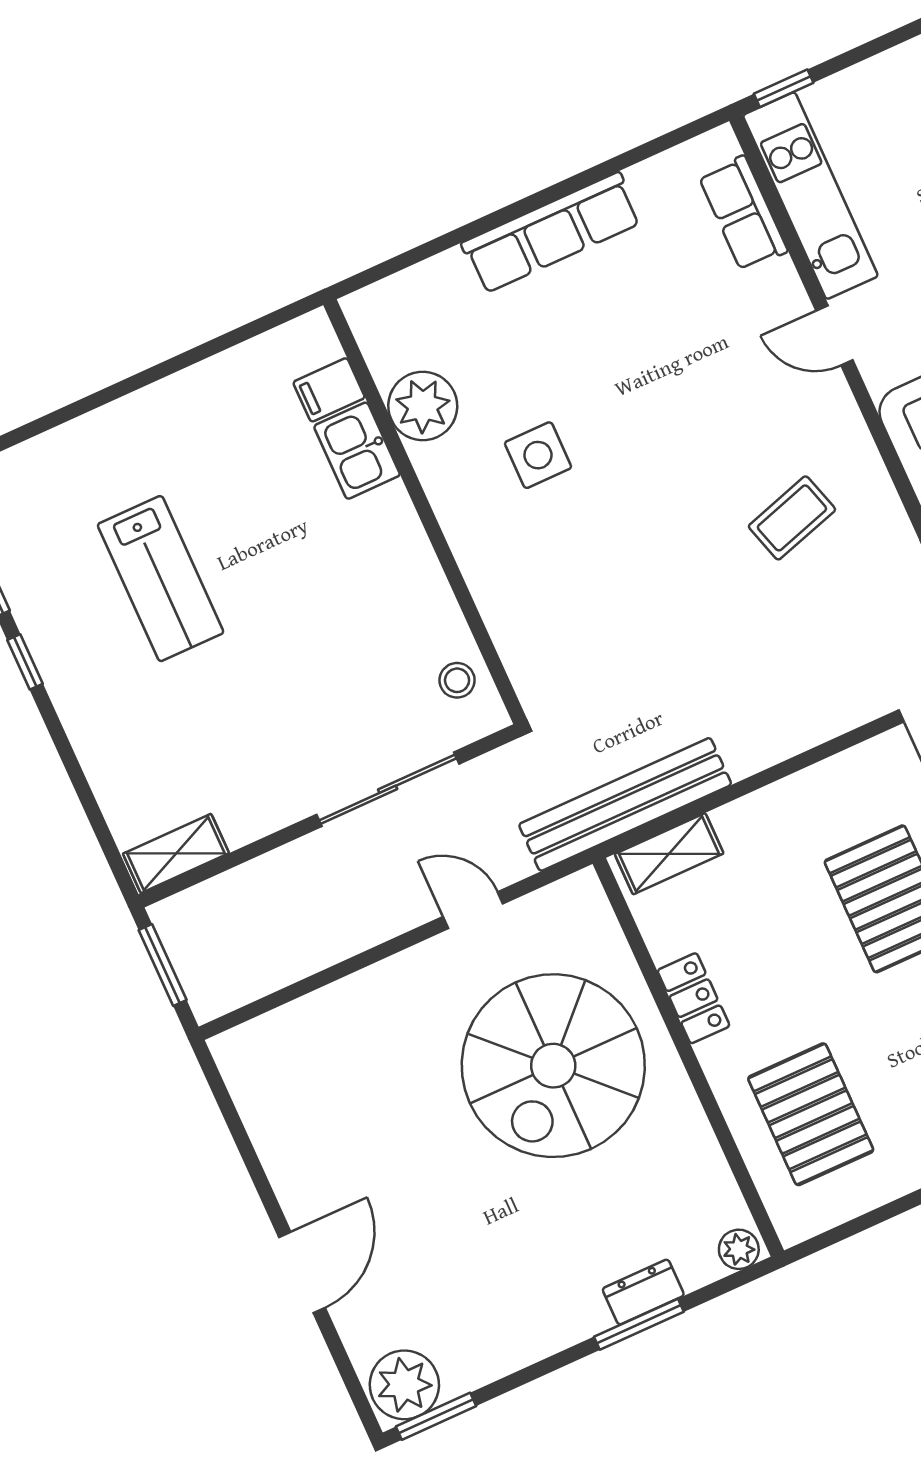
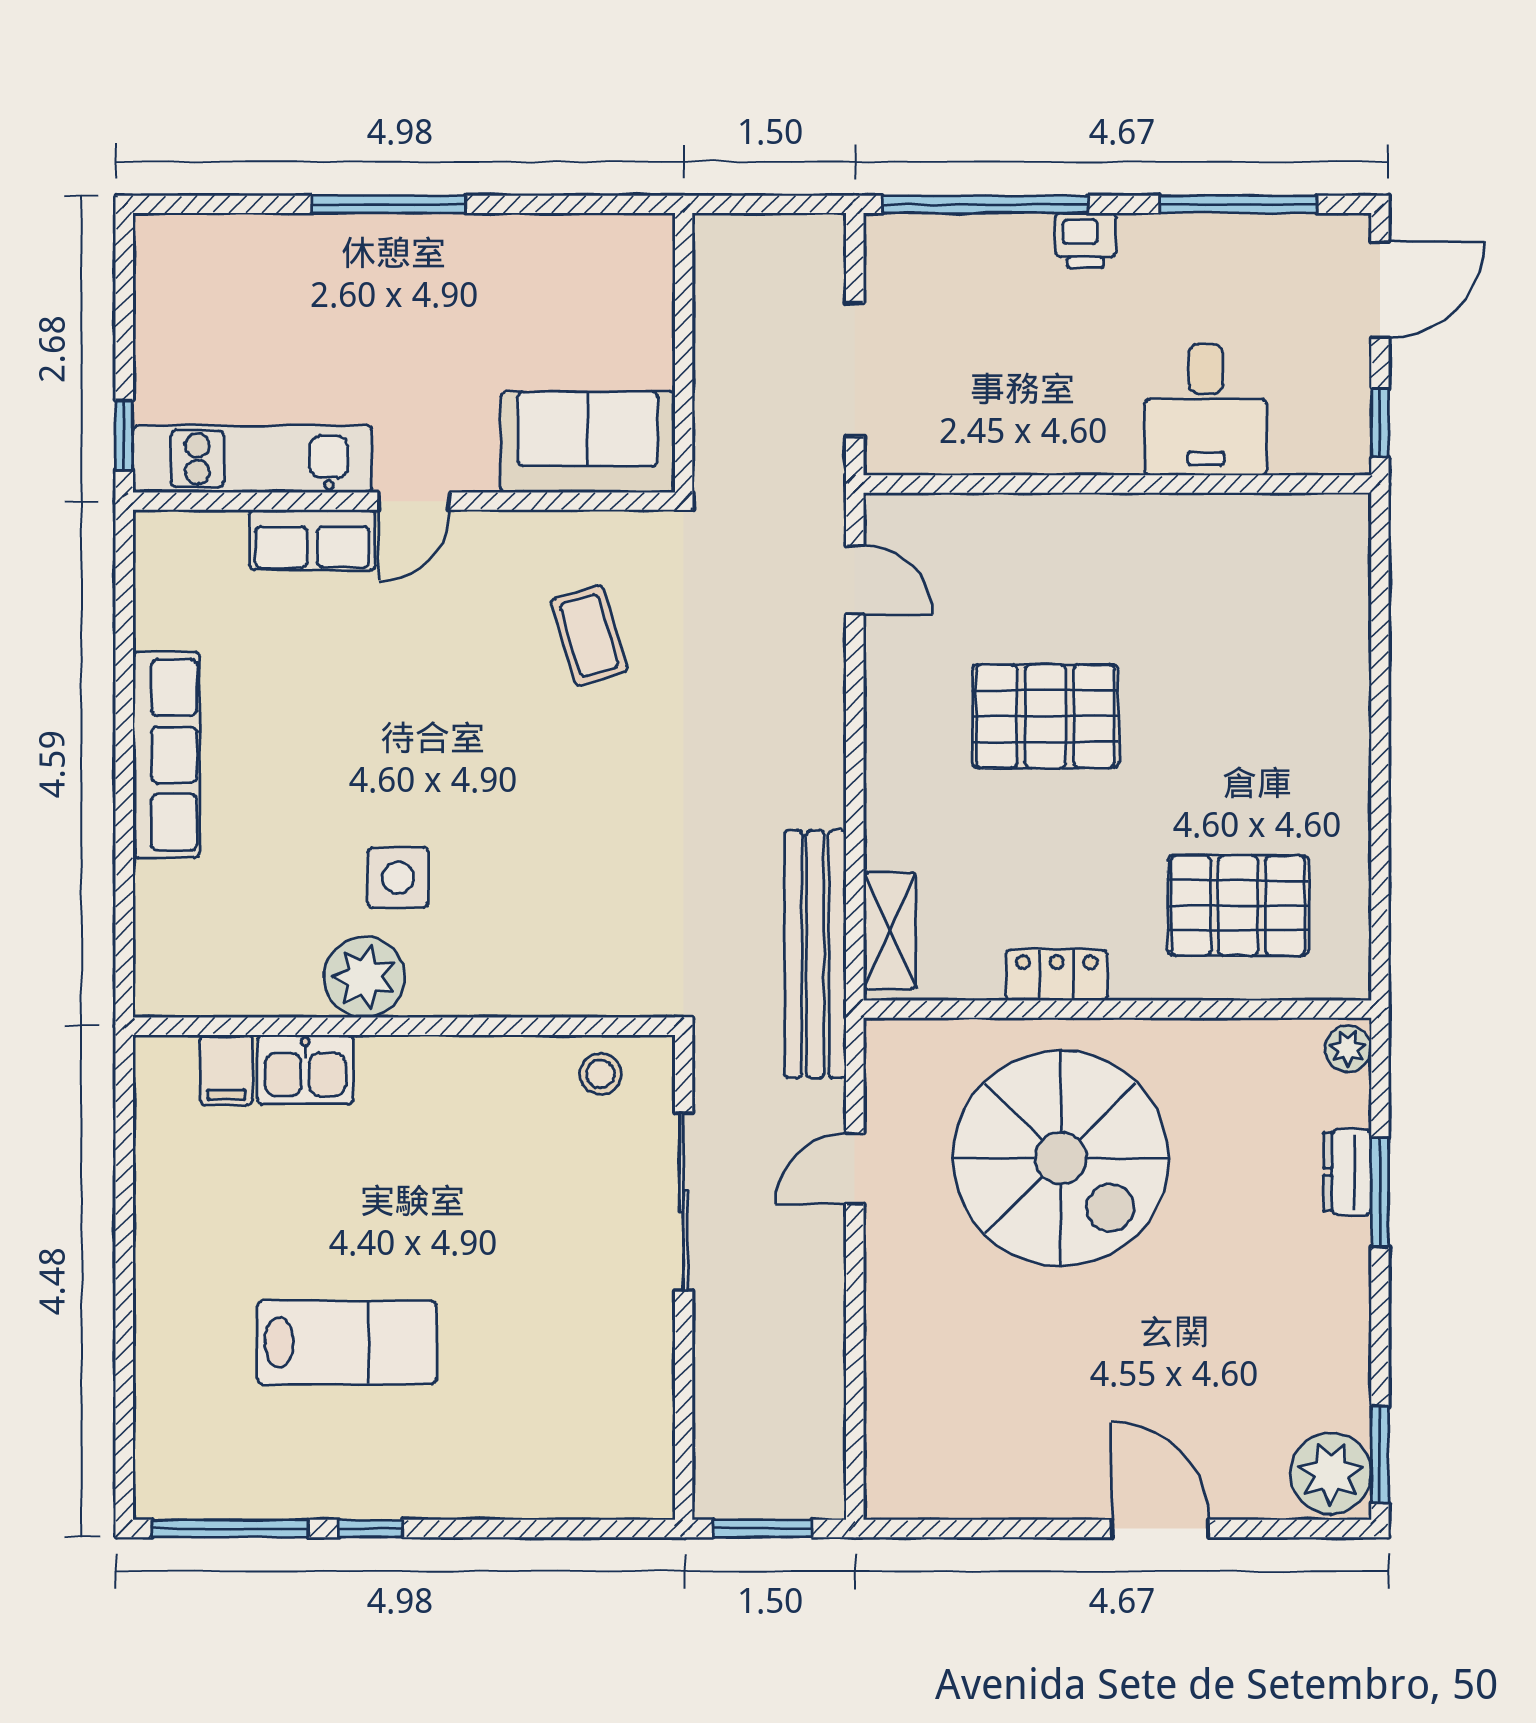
row of seats: (743, 214) -> (312, 540), moved
plant: (423, 406) -> (364, 977), moved
shelving: (176, 853) -> (649, 1460), removed

